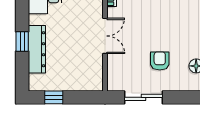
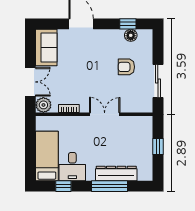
window: (22, 42) -> (110, 186), width x2.17
window: (54, 97) -> (158, 146), moved

